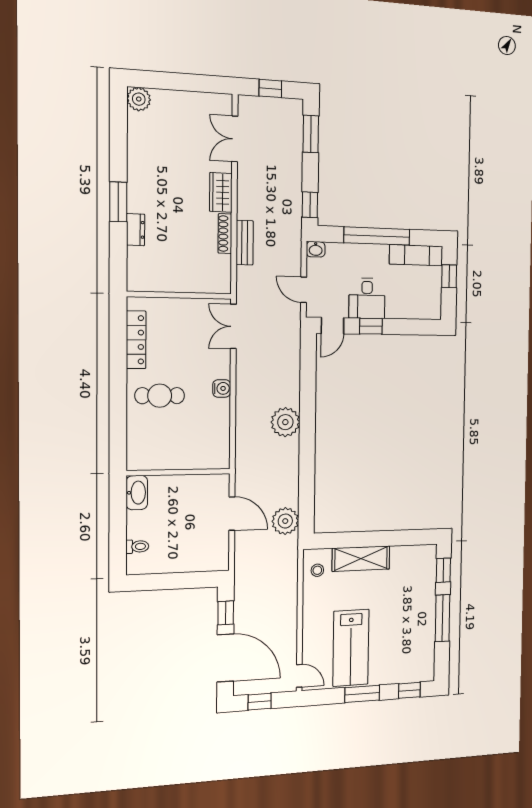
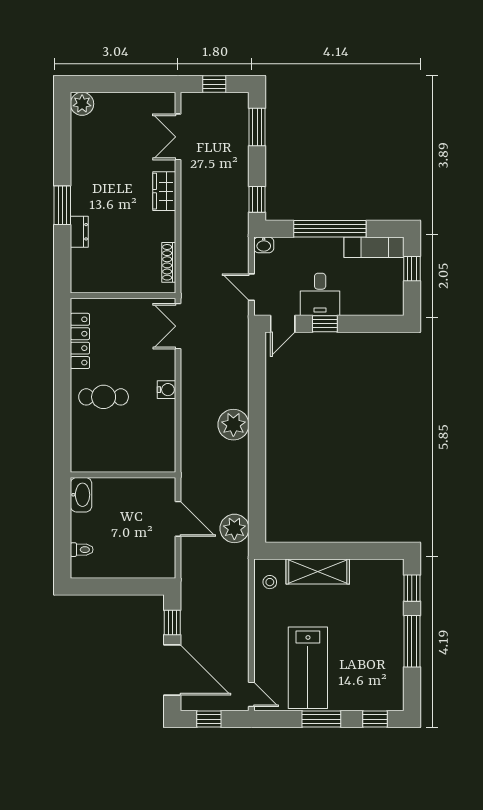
shoe rack: (225, 234) -> (169, 262), moved
bench: (245, 243) -> (189, 241), removed

